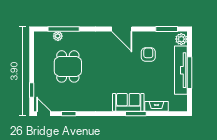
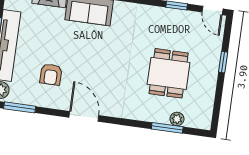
window: (64, 29) -> (167, 128), width x0.69
window: (32, 90) -> (223, 62), moved

